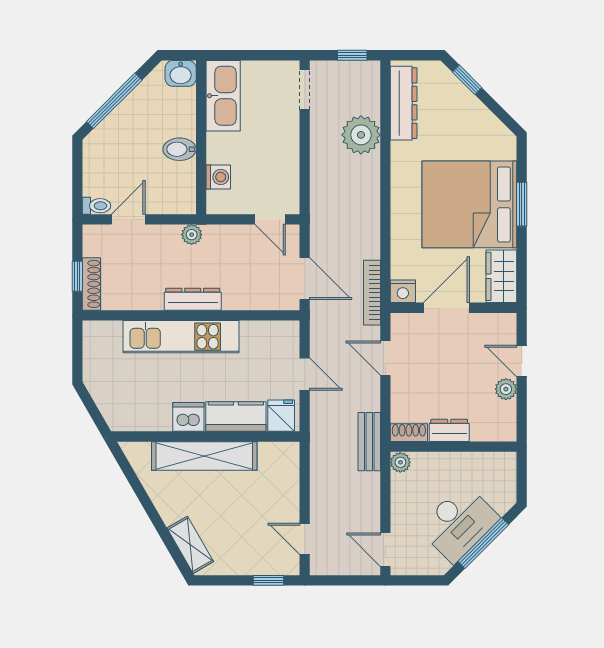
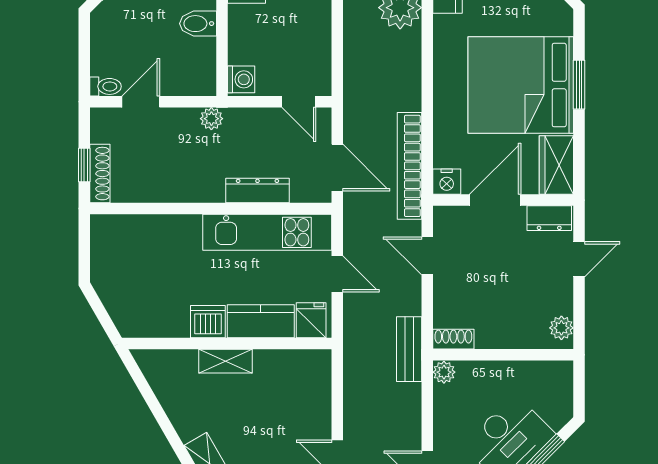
washing machine: (218, 177) -> (241, 79), moved
bookcase: (372, 293) -> (409, 166), width x1.48, depth x1.31
dresser: (193, 299) -> (257, 191), moved
kitchen unit: (181, 337) -> (267, 232), moved
door: (522, 361) -> (579, 259), swing flipped
plant: (506, 389) -> (561, 328), moved
dresser: (449, 430) -> (549, 218), moved, turned 180
shelving: (204, 456) -> (226, 361), width x0.45, depth x0.75

